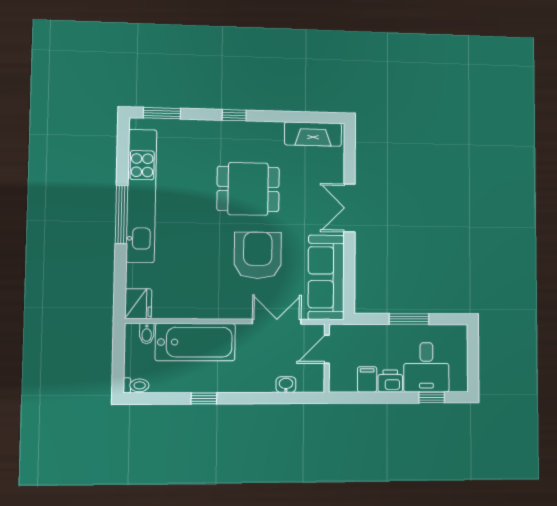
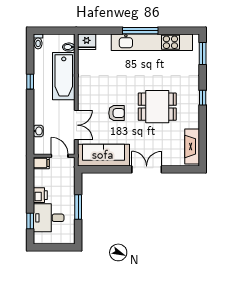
dining table: (248, 189) -> (157, 107), turned 90
armchair: (258, 255) -> (117, 113), width x0.53, depth x0.53
filing cabinet: (367, 379) -> (41, 163), moved

